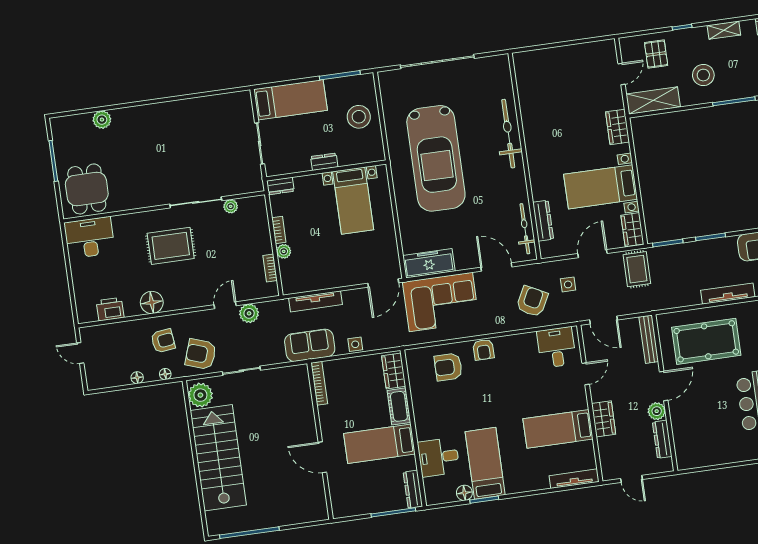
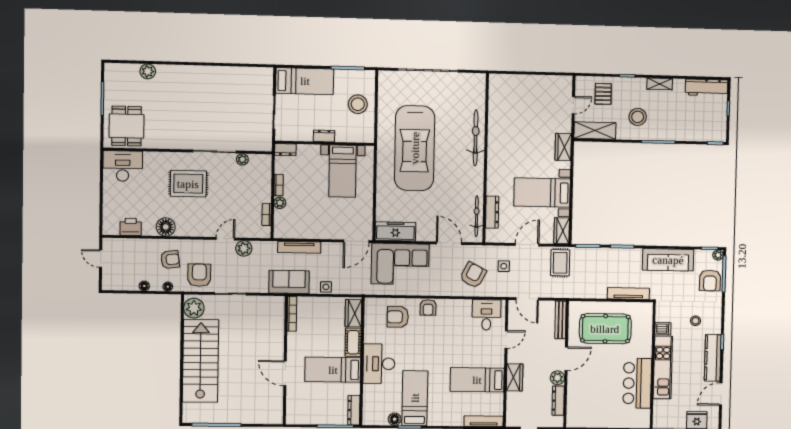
armchair: (201, 354) -> (199, 275), turned 71
desk: (439, 457) -> (379, 364), moved, width x1.37

